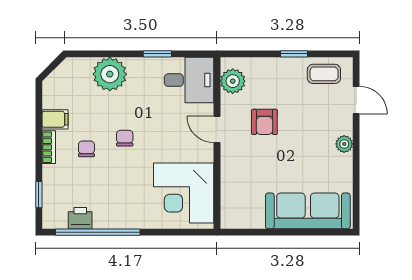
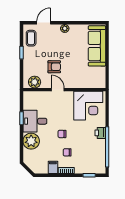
desk: (189, 80) -> (35, 121), moved, turned -90
door: (217, 129) -> (58, 90), swing flipped
printer: (80, 218) -> (100, 133), moved

